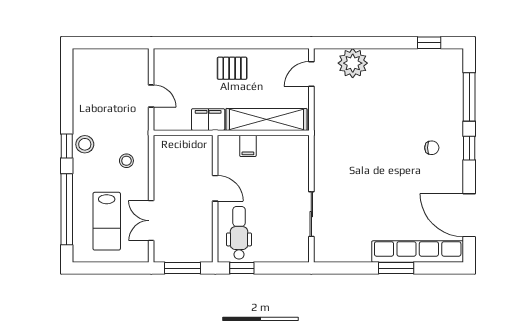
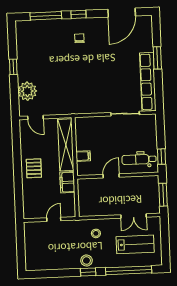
window: (429, 43) -> (13, 67), moved
row of seats: (418, 252) -> (148, 82), moved

